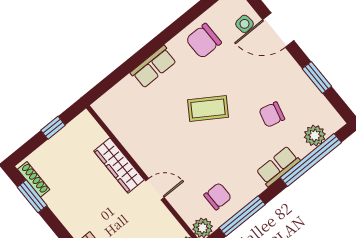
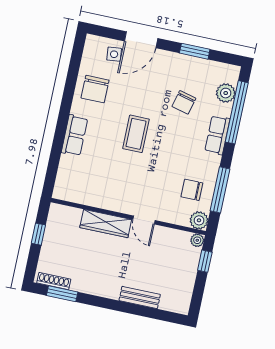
coffee table: (208, 108) -> (136, 134), turned -33
door: (155, 189) -> (144, 220), swing flipped
chair: (218, 196) -> (192, 190), turned -90

